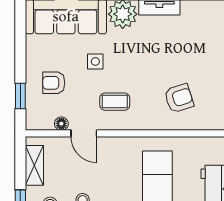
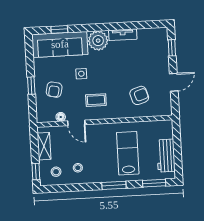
armchair: (54, 83) -> (54, 90), turned -78
window: (20, 96) -> (31, 86), moved

